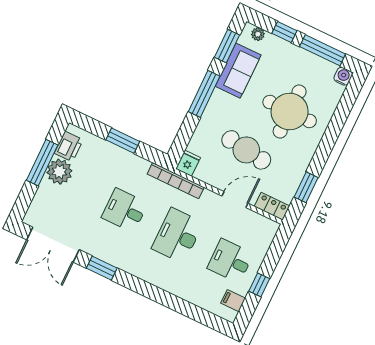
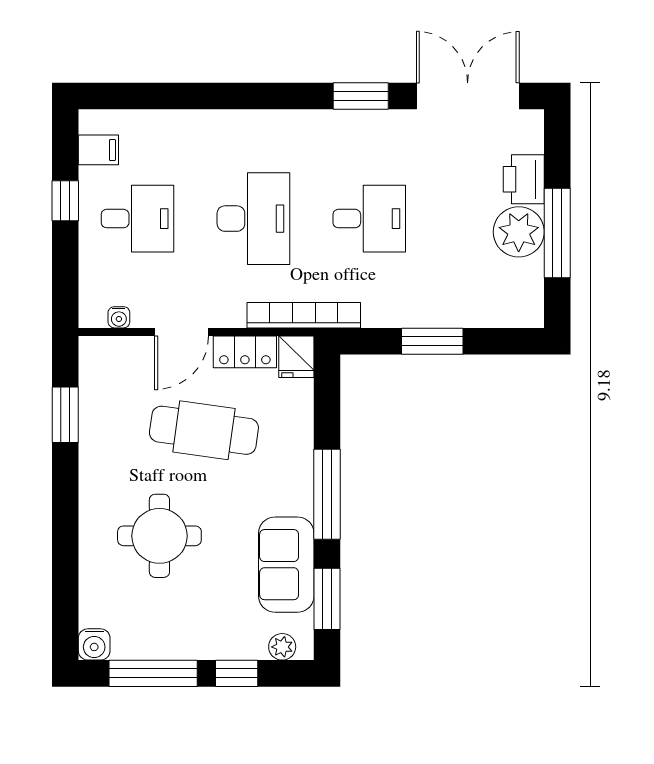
round table: (290, 112) -> (159, 536), width x0.73, depth x0.73
printer: (69, 147) -> (524, 179), moved
locker: (272, 206) -> (245, 352), moved
water cooler: (260, 220) -> (119, 317), added

